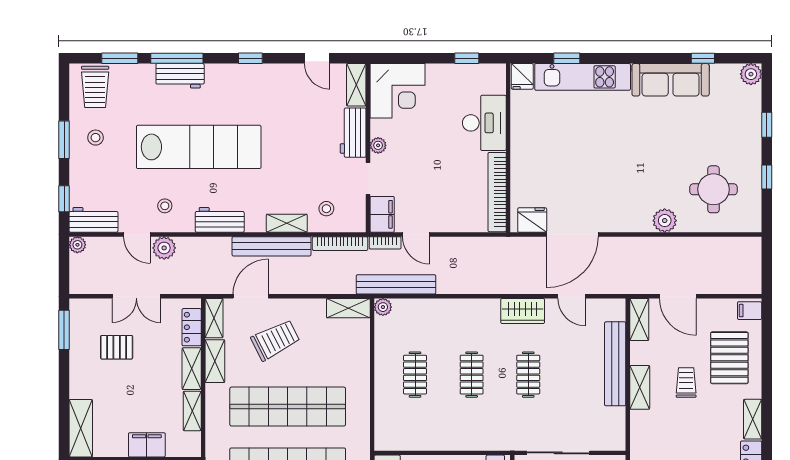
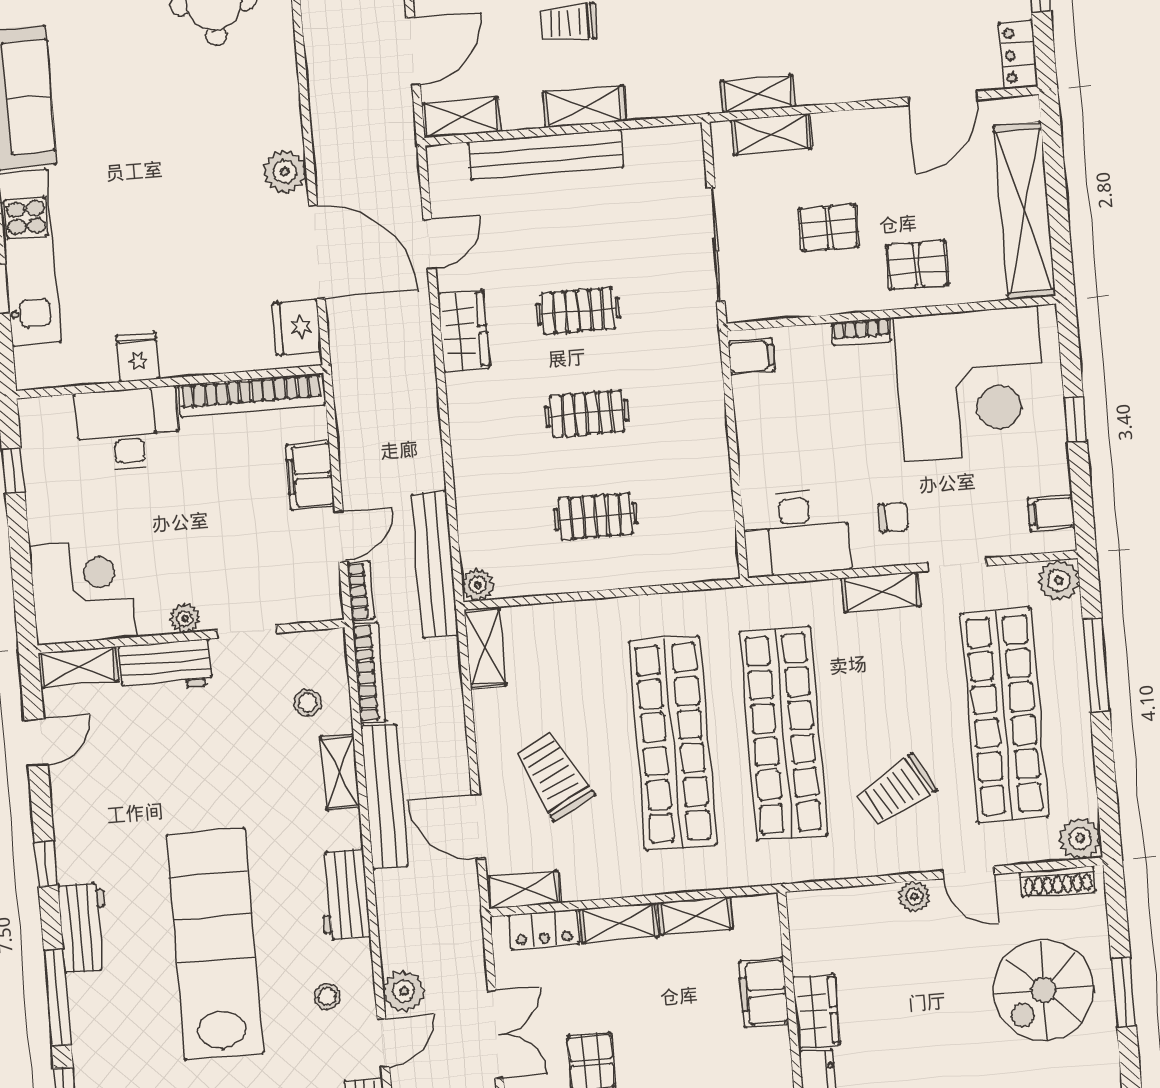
workbench: (180, 76) -> (84, 928), moved
fridge: (522, 76) -> (138, 357), moved, turned -90
filing cabinet: (382, 214) -> (310, 475), moved, turned -90
plant: (665, 221) -> (285, 172), moved
shelving: (215, 361) -> (602, 882), removed

